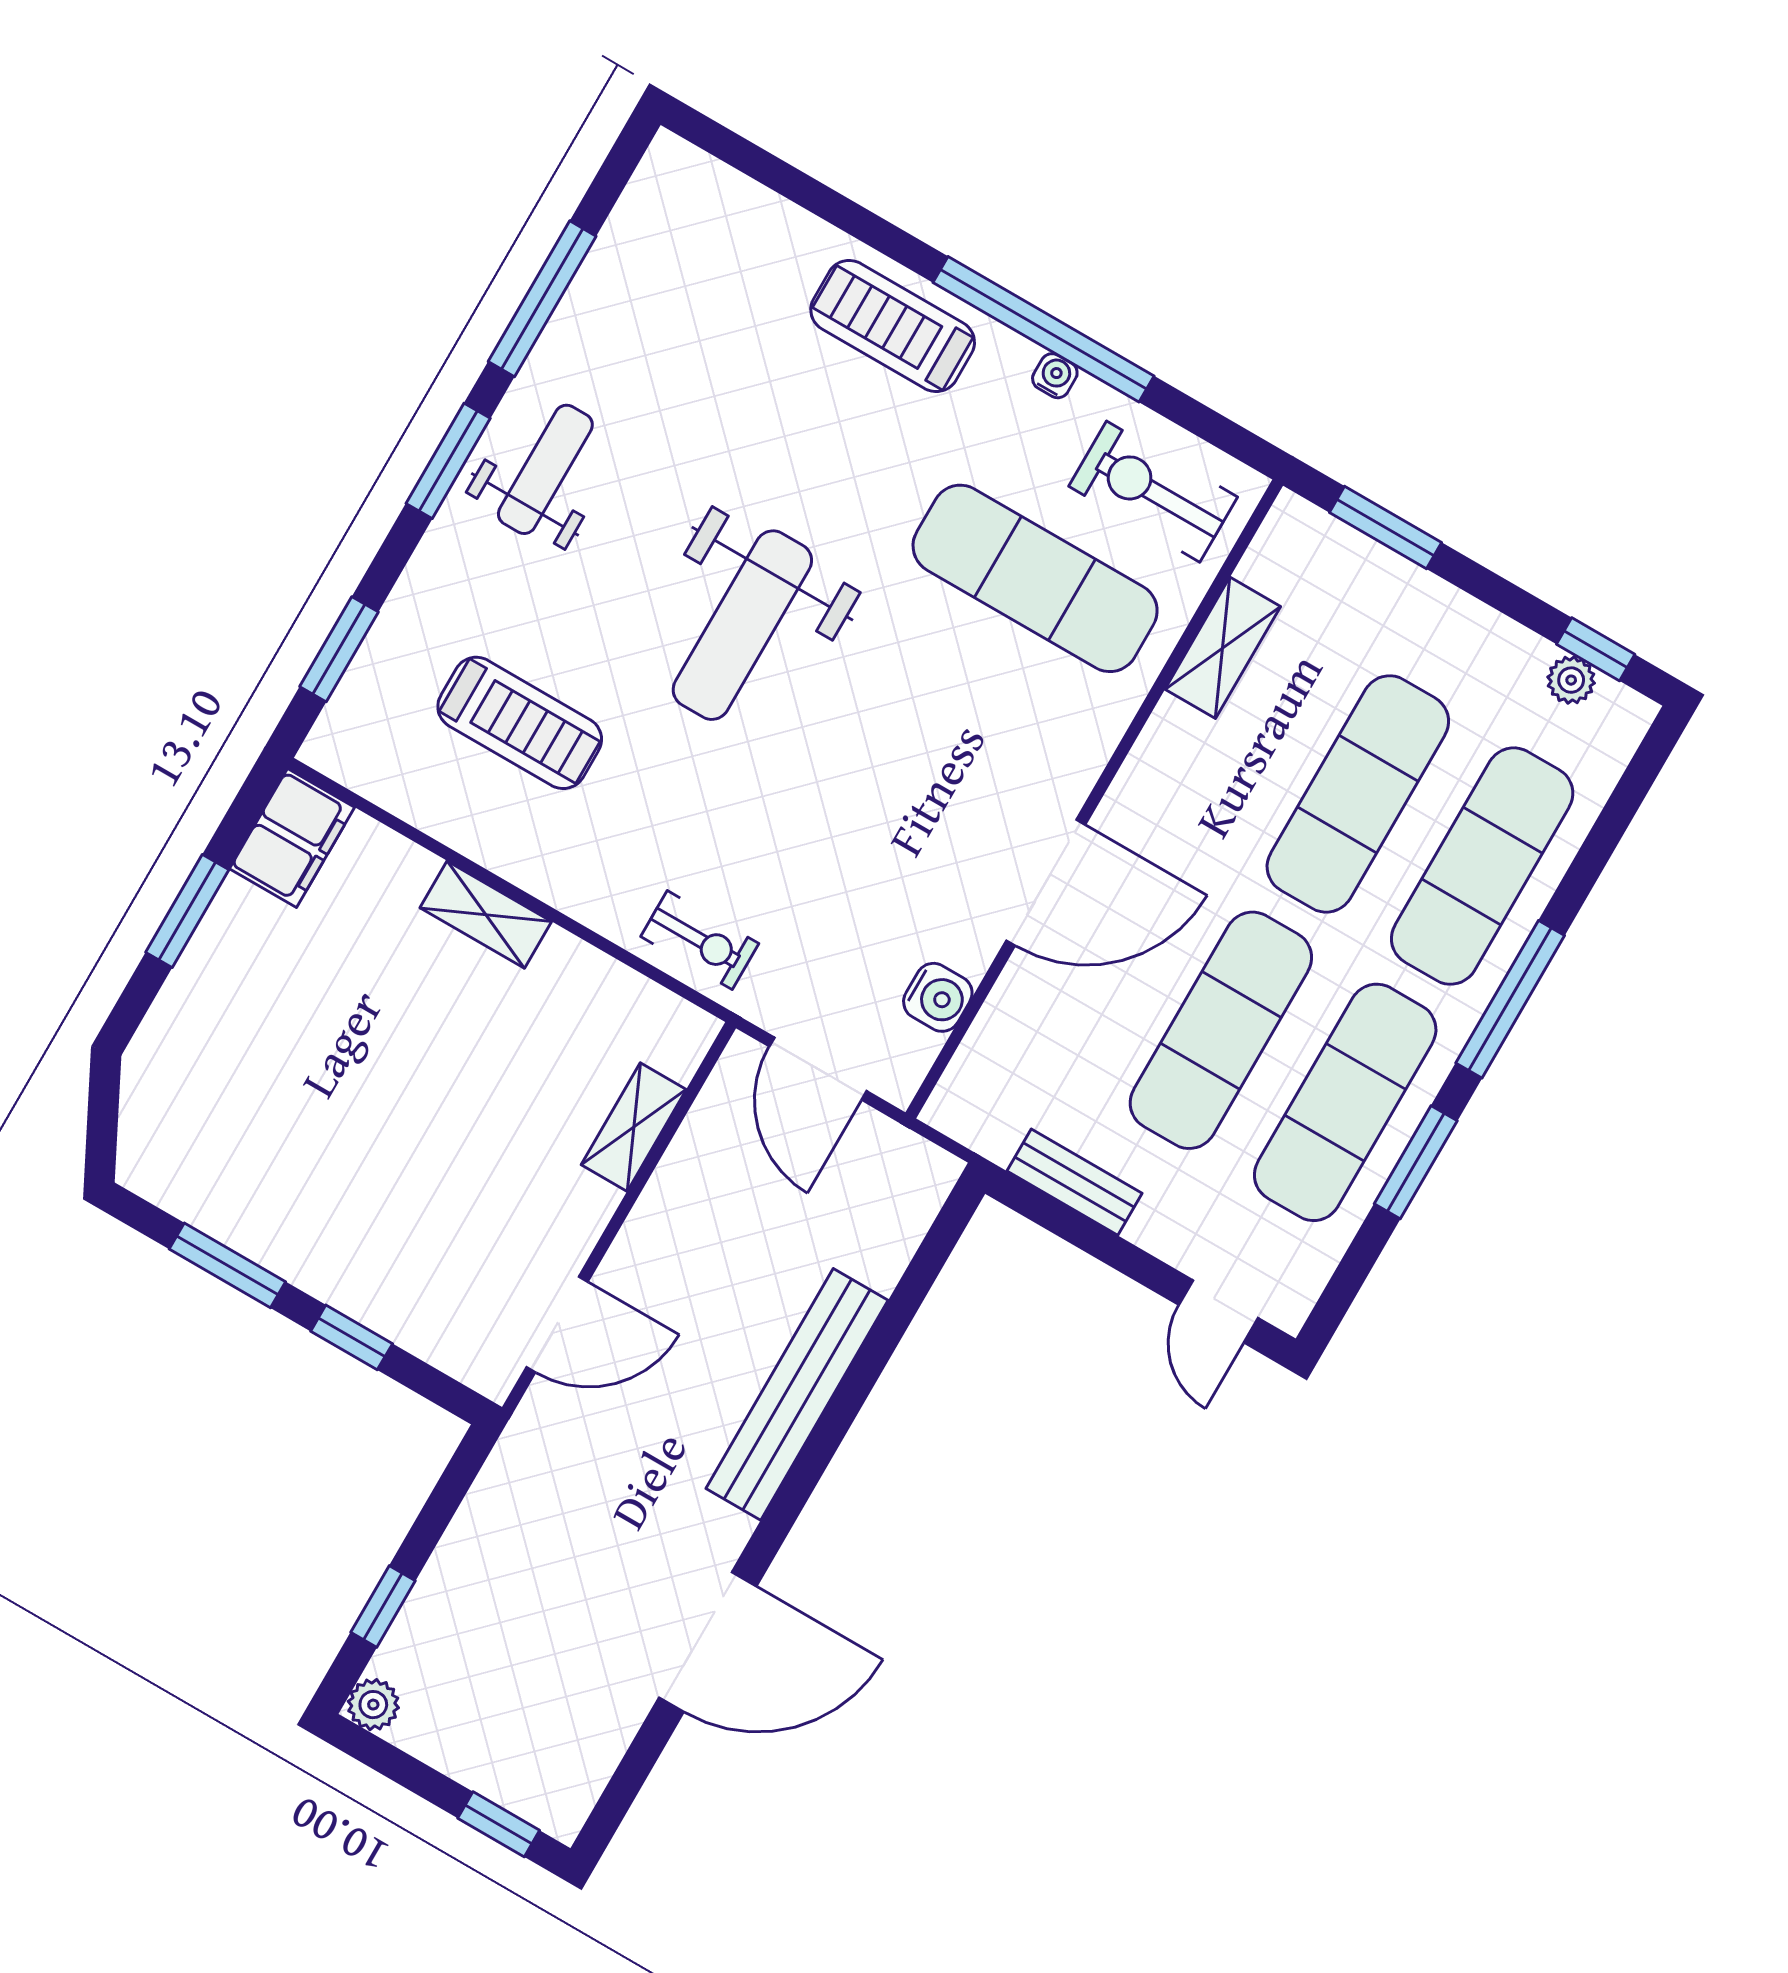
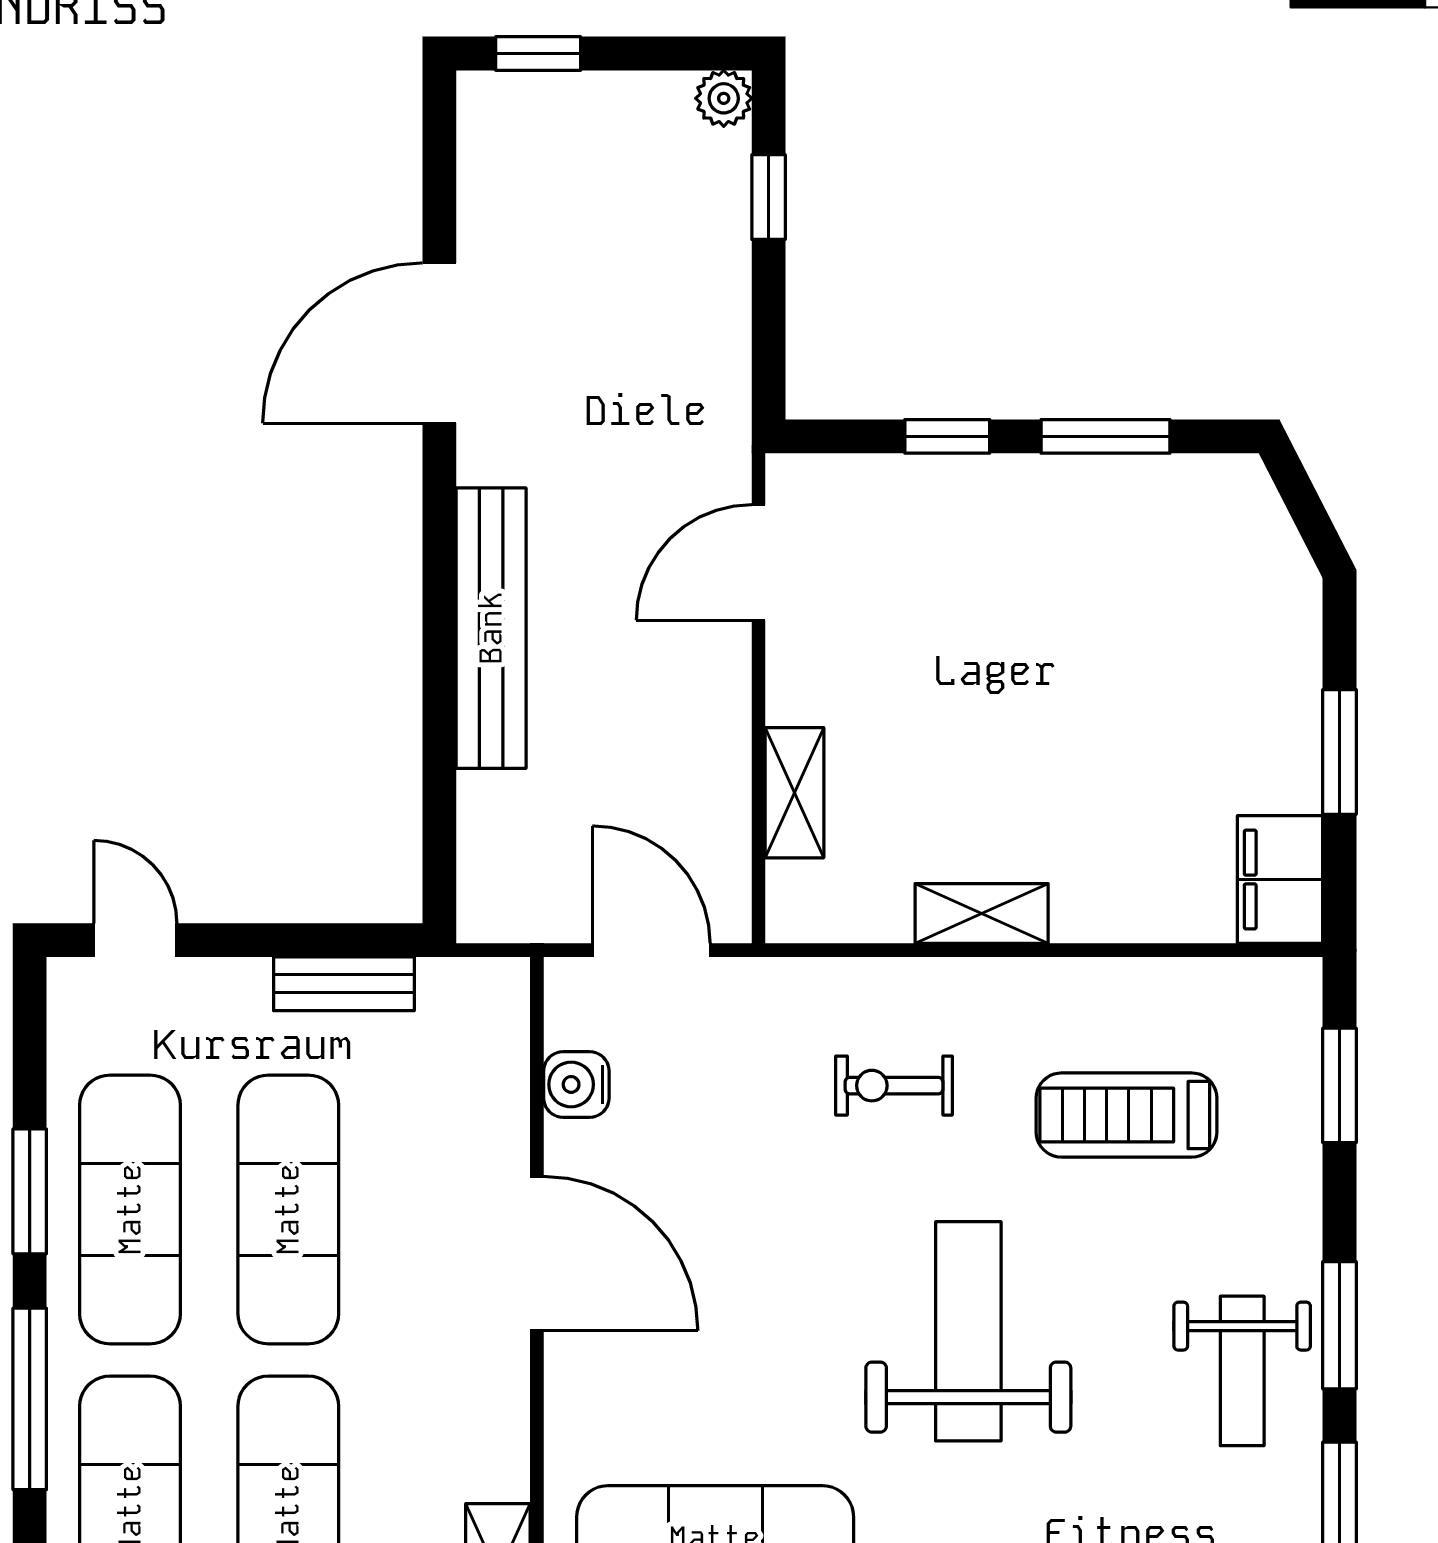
door: (1046, 883) -> (537, 1254), swing flipped
shelving: (486, 915) -> (982, 914), moved
exercise bike: (700, 940) -> (894, 1086), moved

